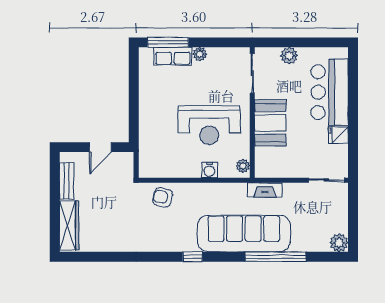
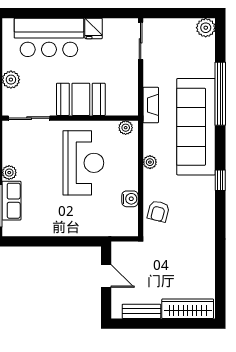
water cooler: (209, 170) -> (130, 199), moved
plant: (210, 189) -> (150, 162), added

